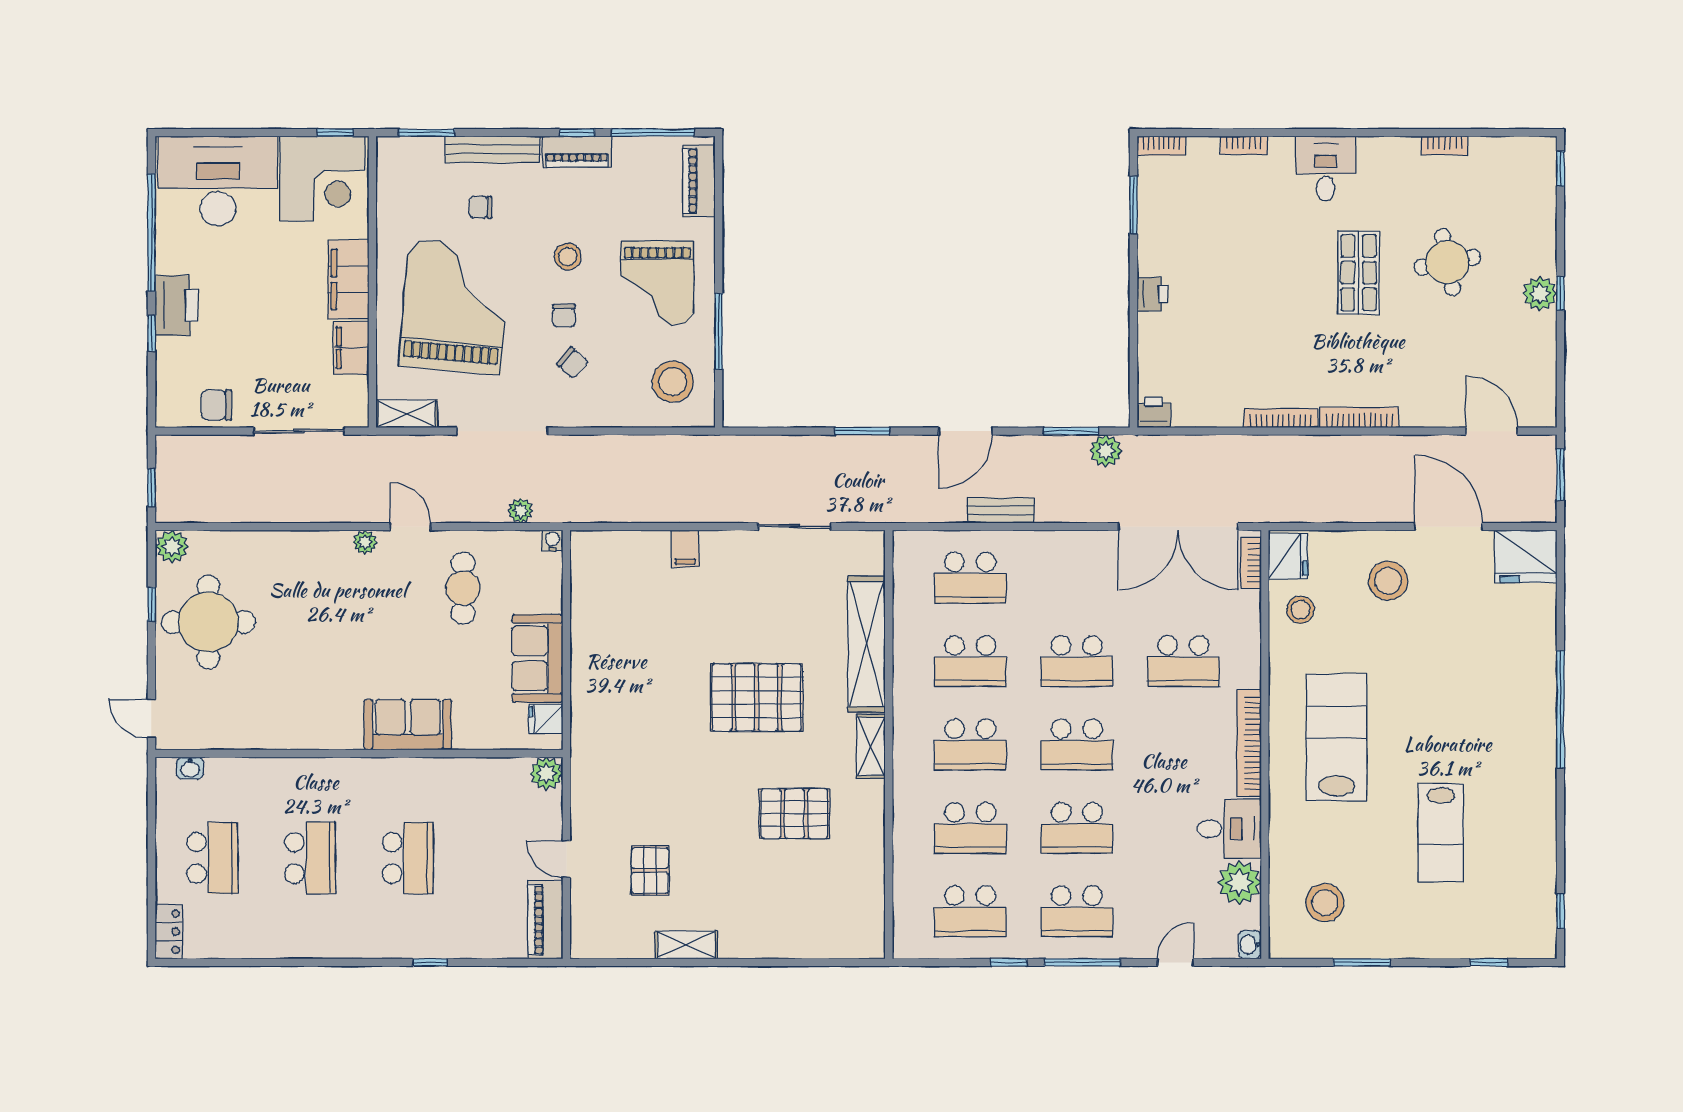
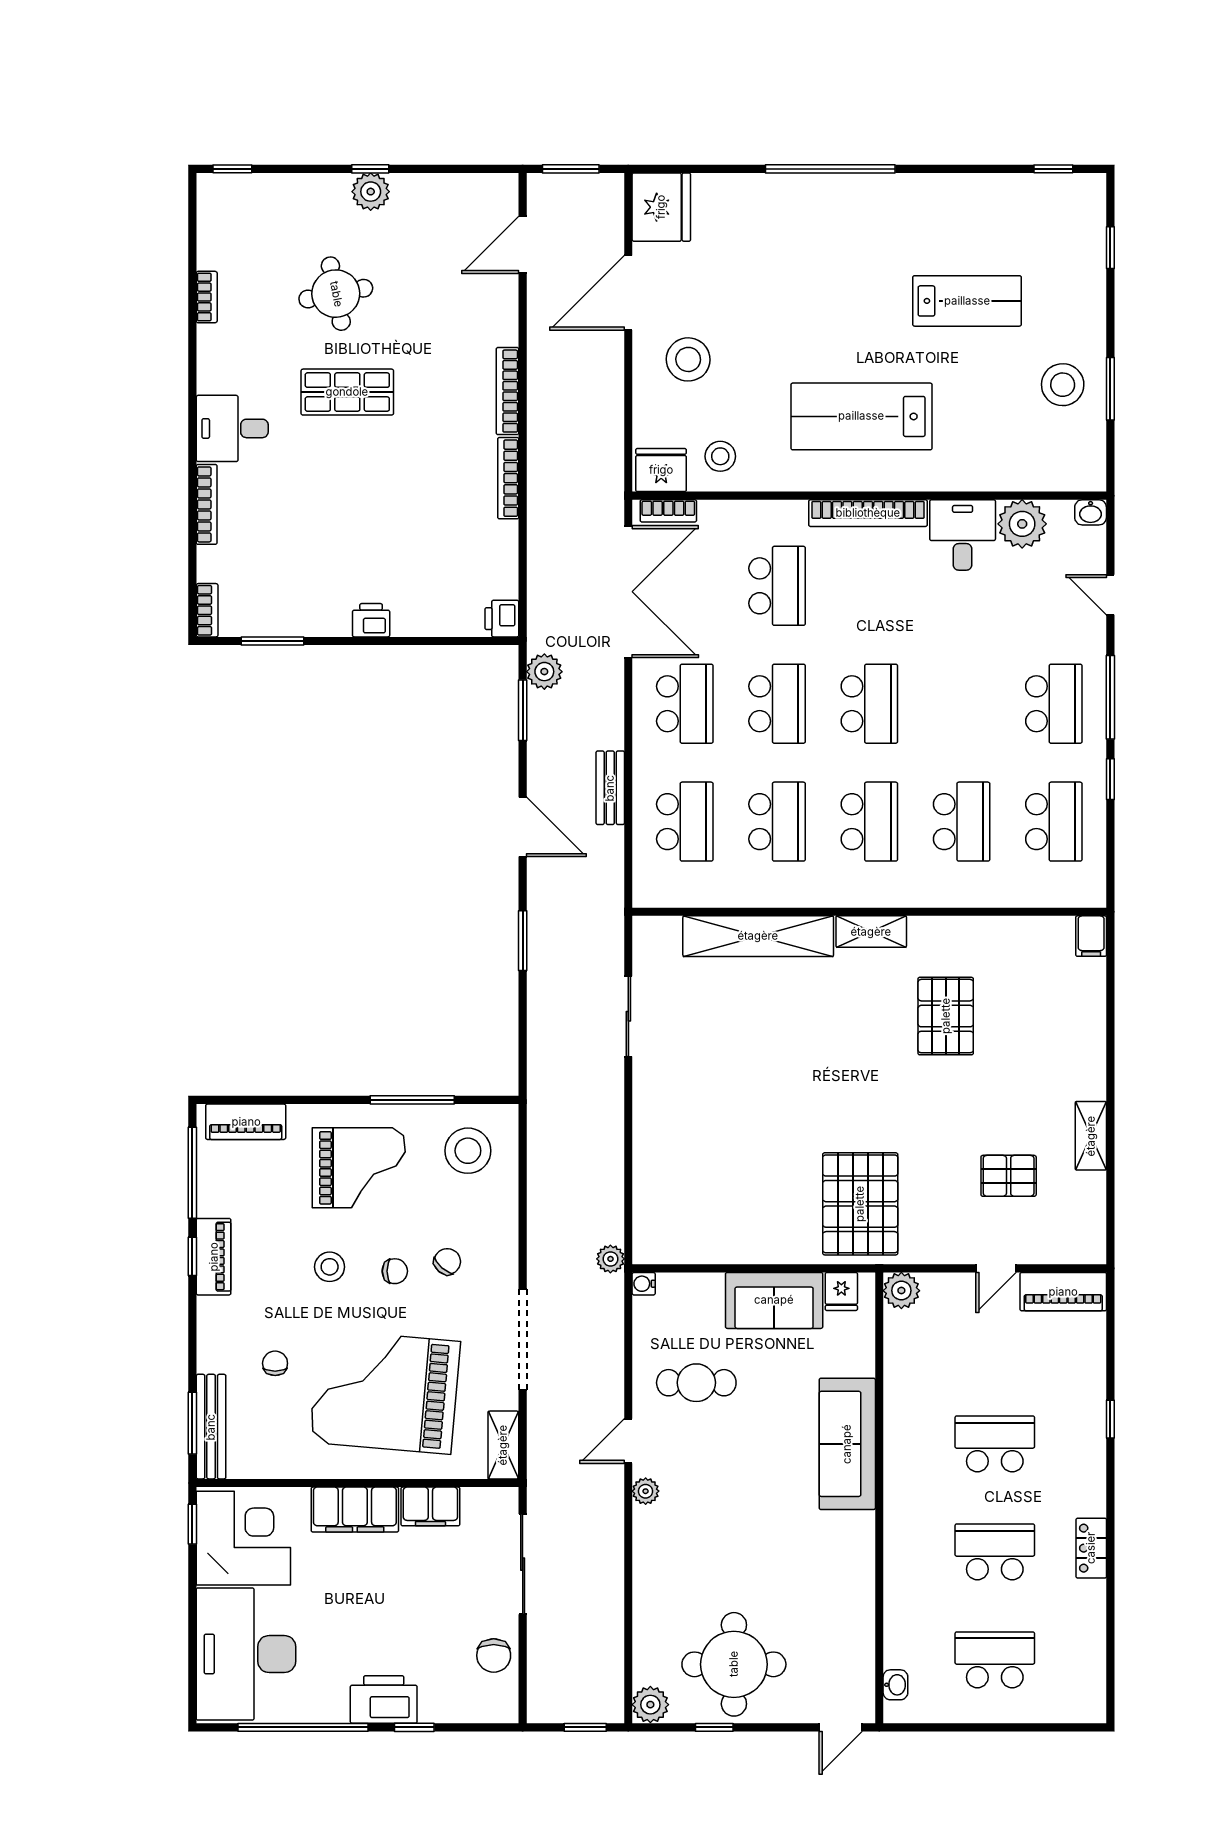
bookcase: (1244, 145) -> (207, 504), width x1.56
bench: (492, 149) -> (211, 1427), moved
chair: (481, 207) -> (275, 1363), turned 180
plant: (520, 511) -> (610, 1259), moved
filing cabinet: (685, 549) -> (1091, 936), moved, turned 90
pallet: (757, 697) -> (860, 1204), moved
sofa: (408, 725) -> (847, 1444), width x1.36
school desk: (1077, 828) -> (685, 704), moved
stool: (1325, 903) -> (1063, 385), moved
locker: (169, 932) -> (1091, 1548), moved, turned -90

